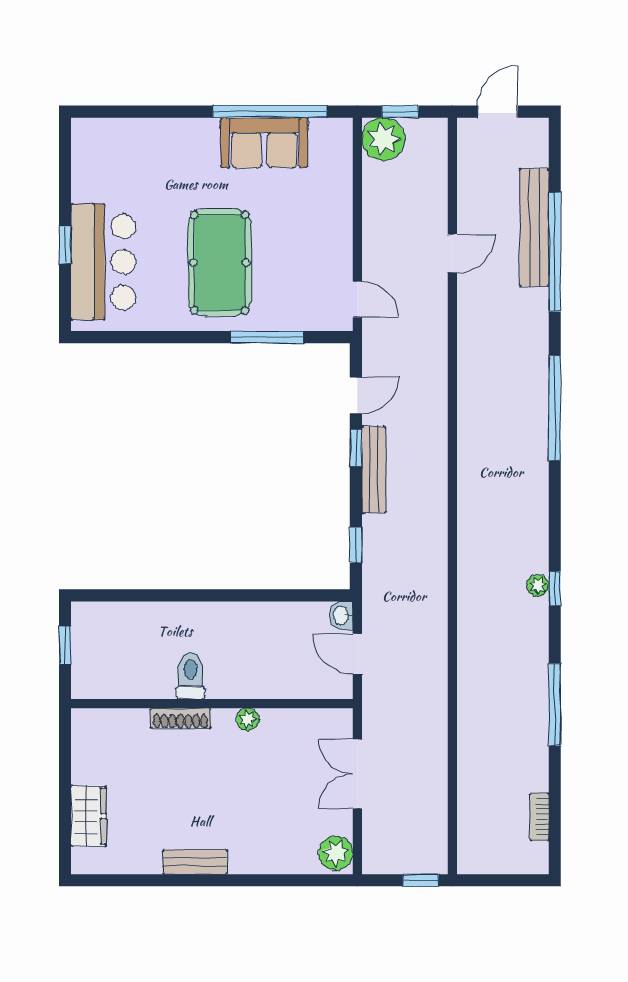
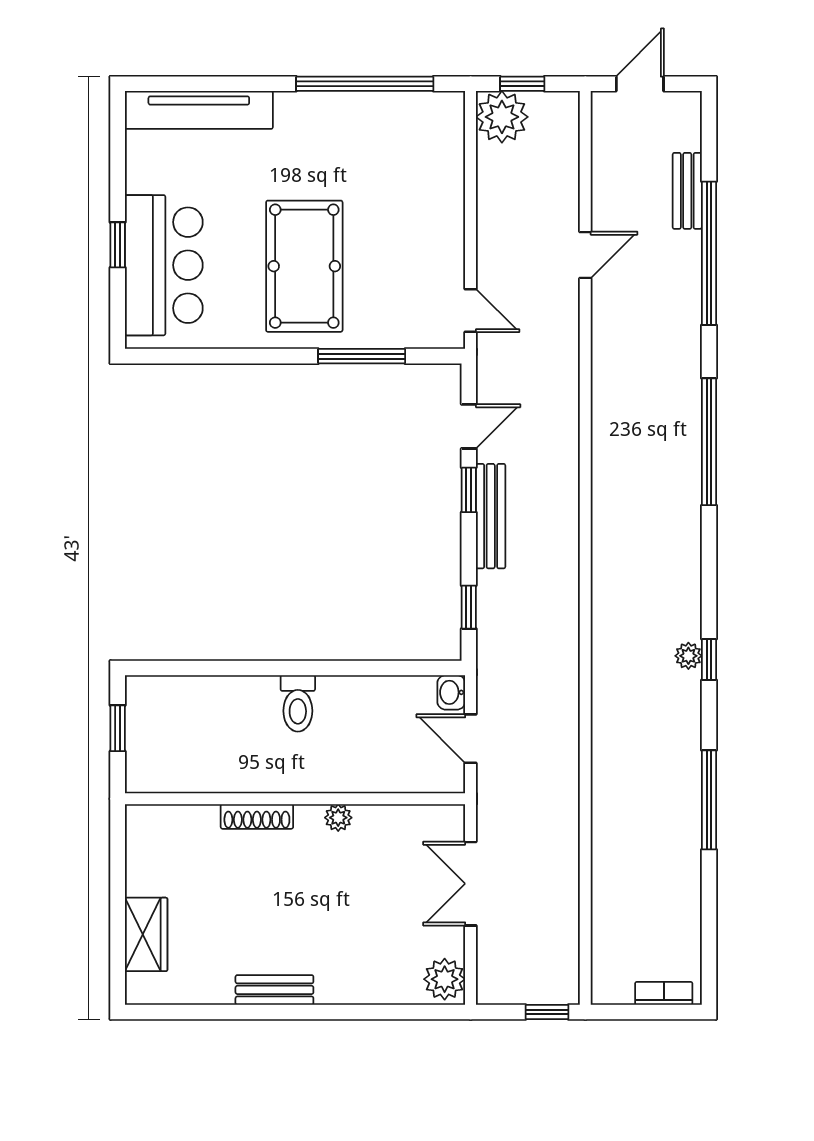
tv unit: (132, 133) -> (199, 110), added
sofa: (264, 143) -> (358, 121), removed
bench: (534, 227) -> (687, 191), width x0.54, depth x0.82
toilet: (190, 676) -> (298, 703), moved, turned 180
bookcase: (539, 817) -> (664, 993), moved, turned 90

